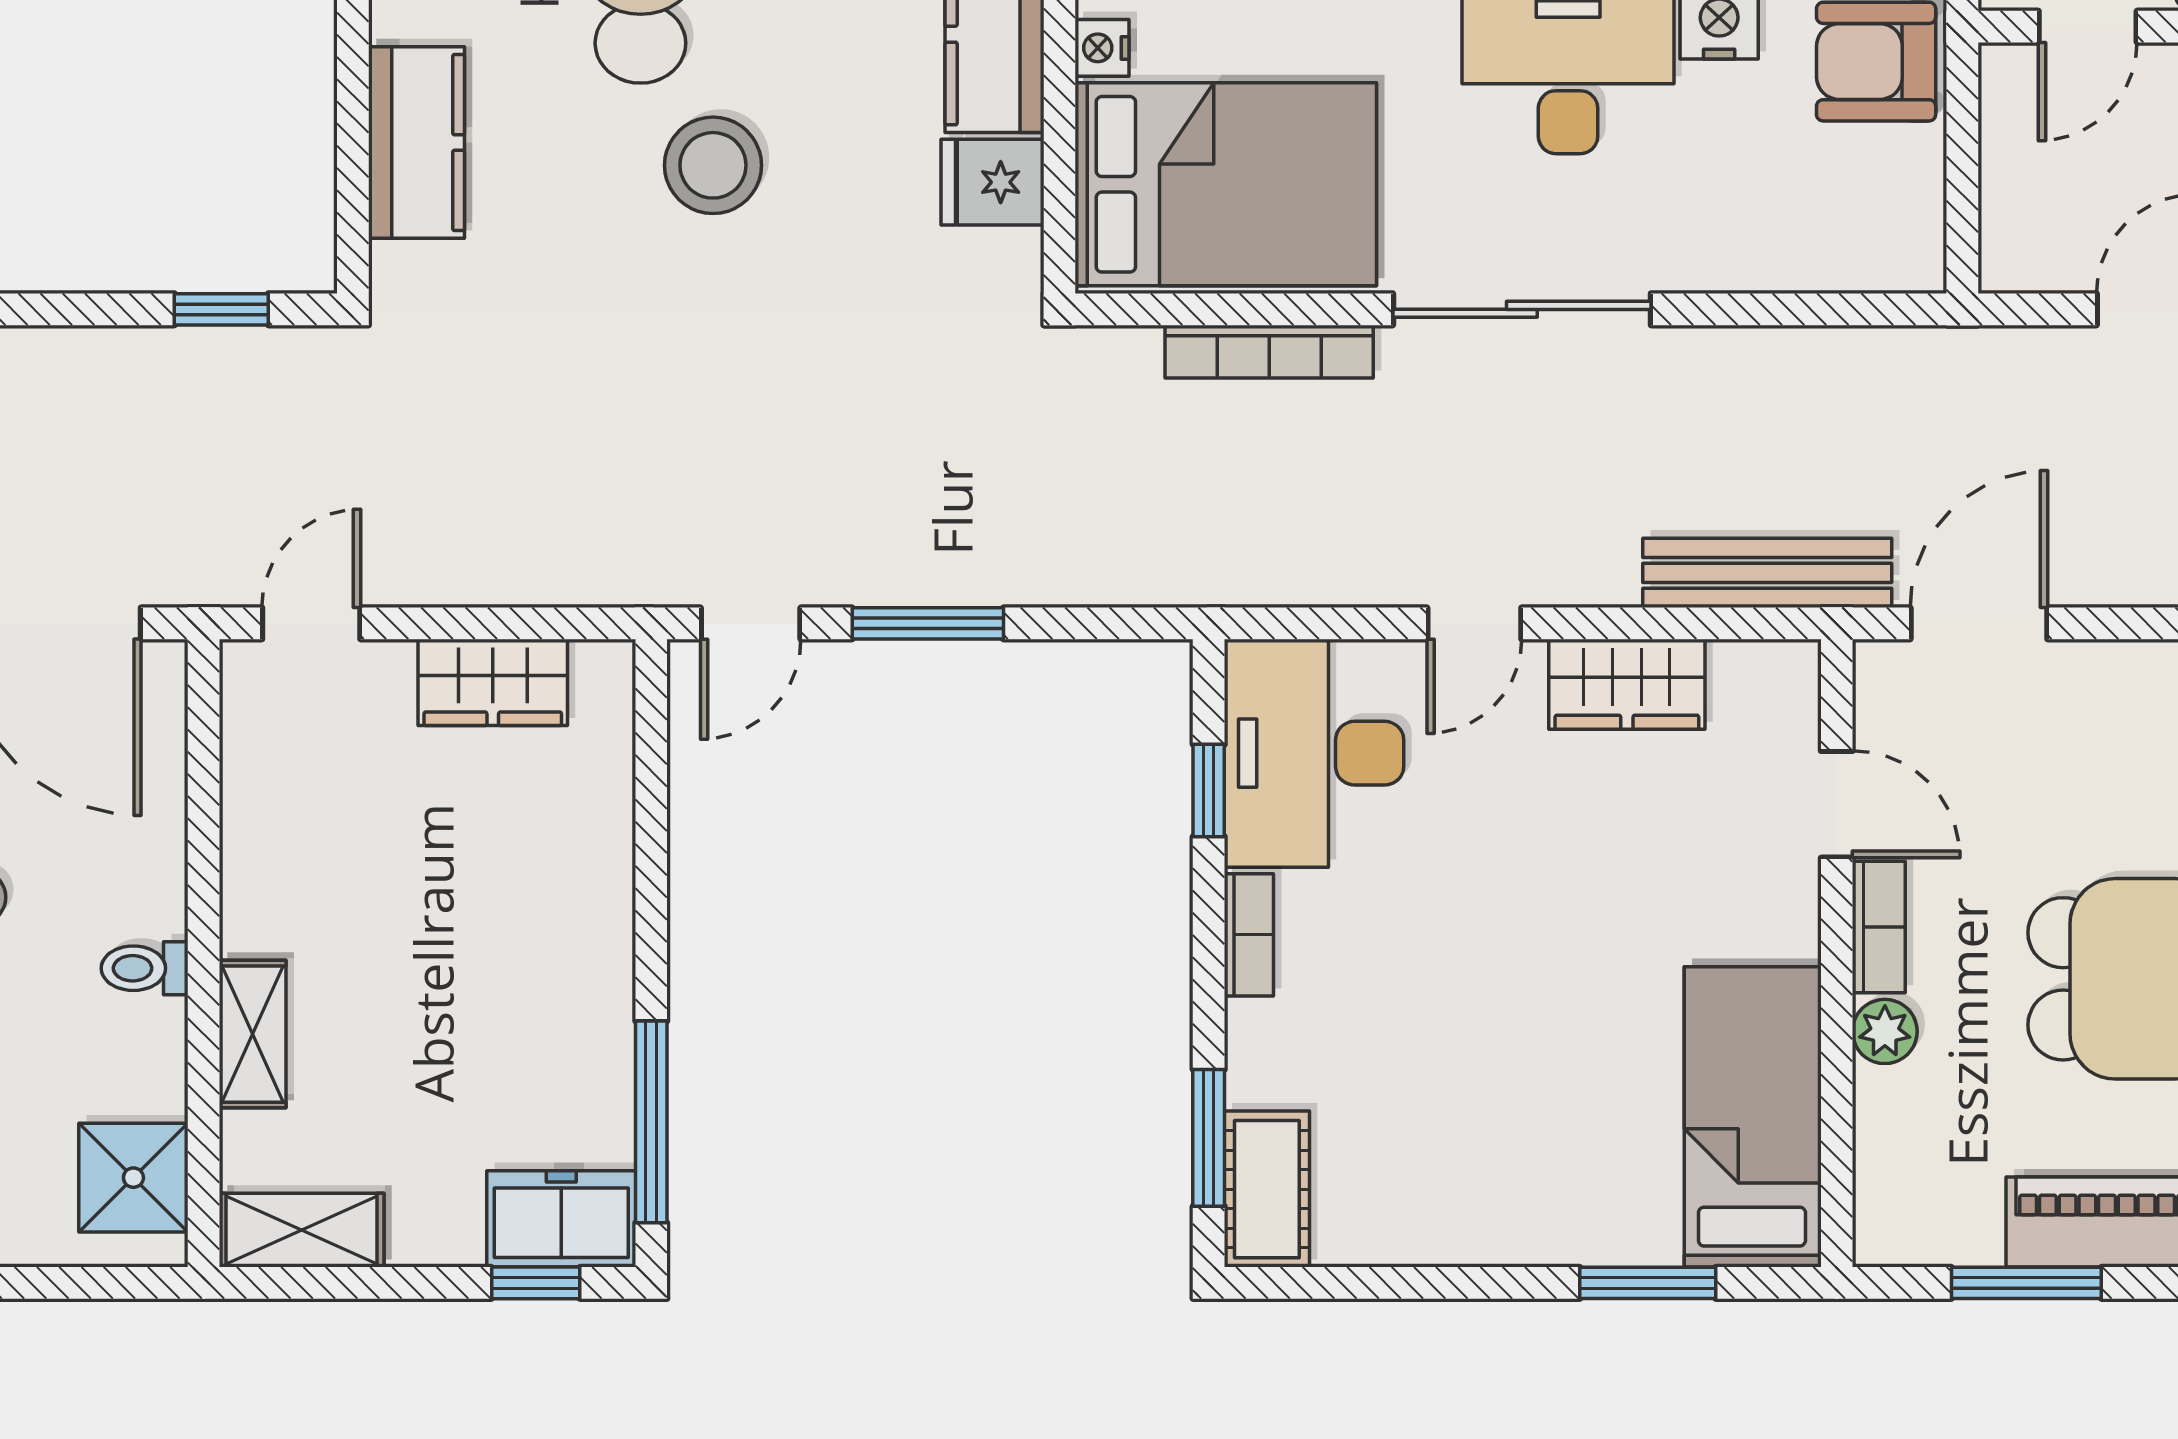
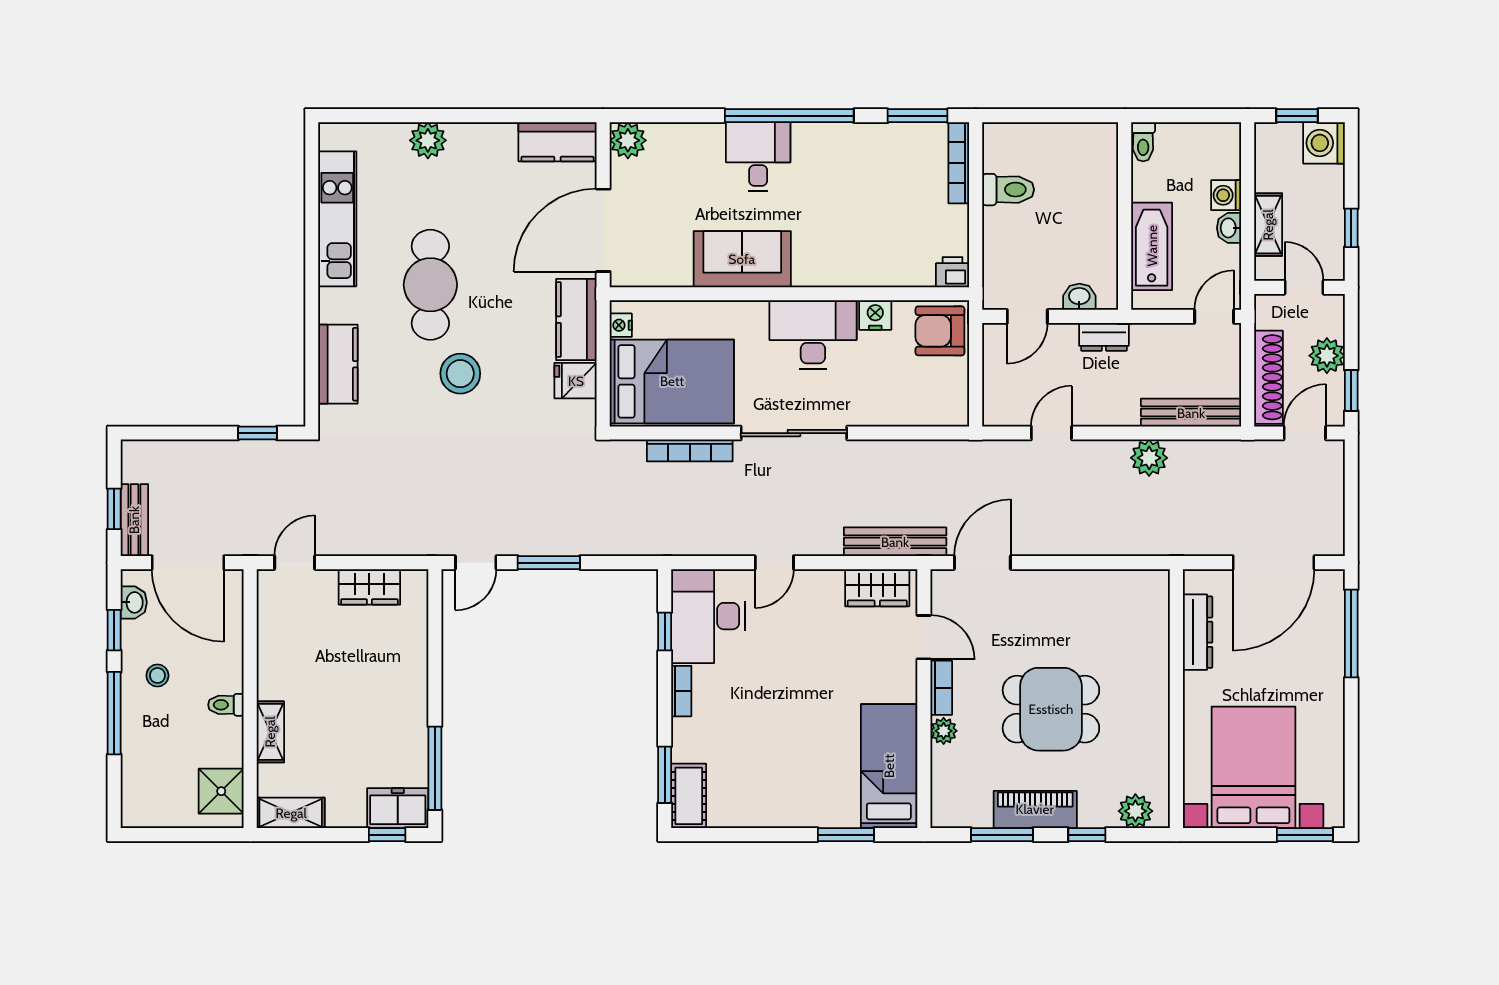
wardrobe: (1627, 684) -> (877, 588), moved

